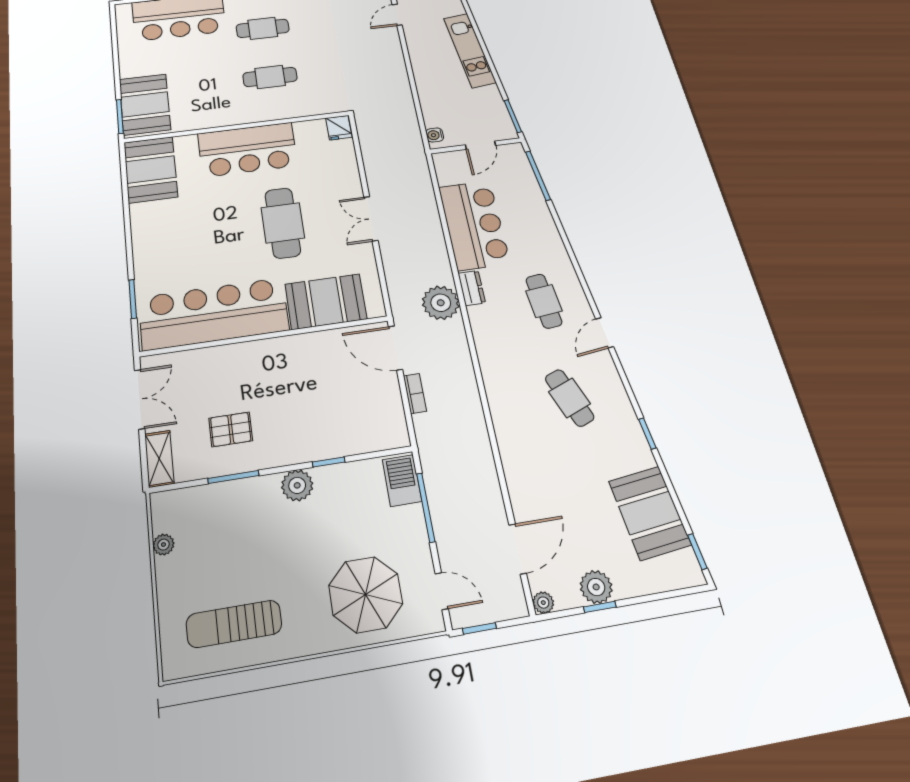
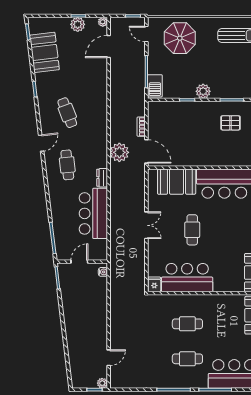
kitchen unit: (470, 50) -> (72, 326), removed
bar counter: (248, 150) -> (187, 278), moved
cafe table: (283, 223) -> (192, 230), width x0.73, depth x0.74
plant: (441, 303) -> (119, 152), moved

